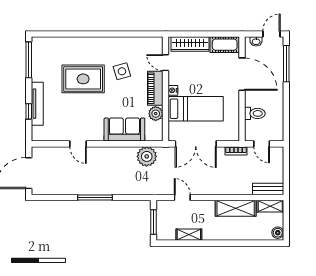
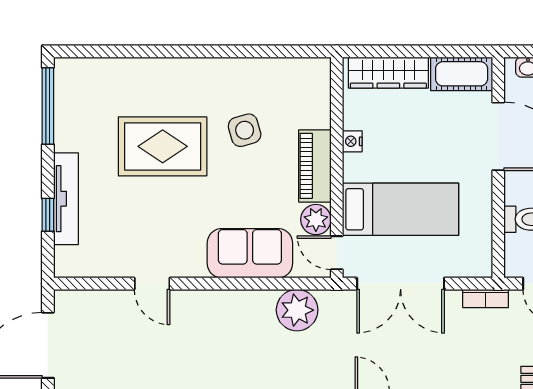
door: (166, 63) -> (337, 253), moved
nightstand: (173, 90) -> (352, 141), moved

